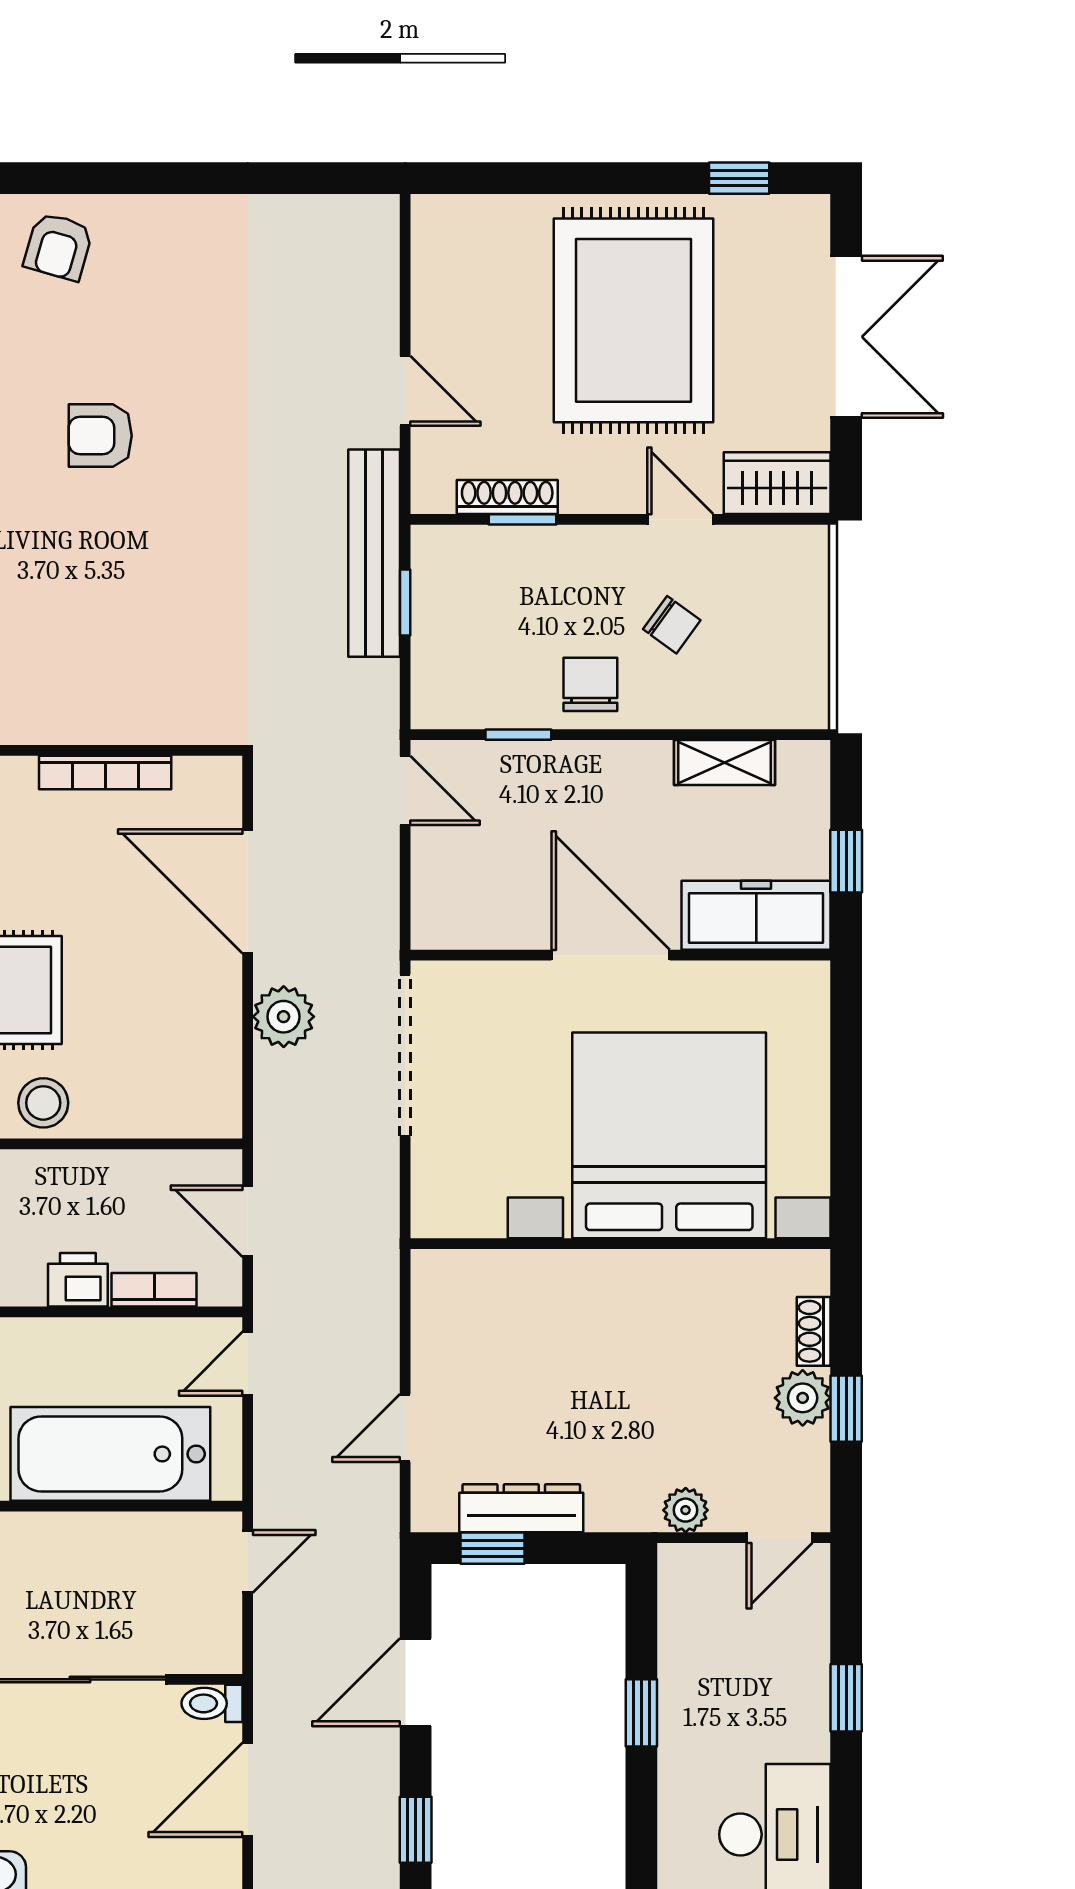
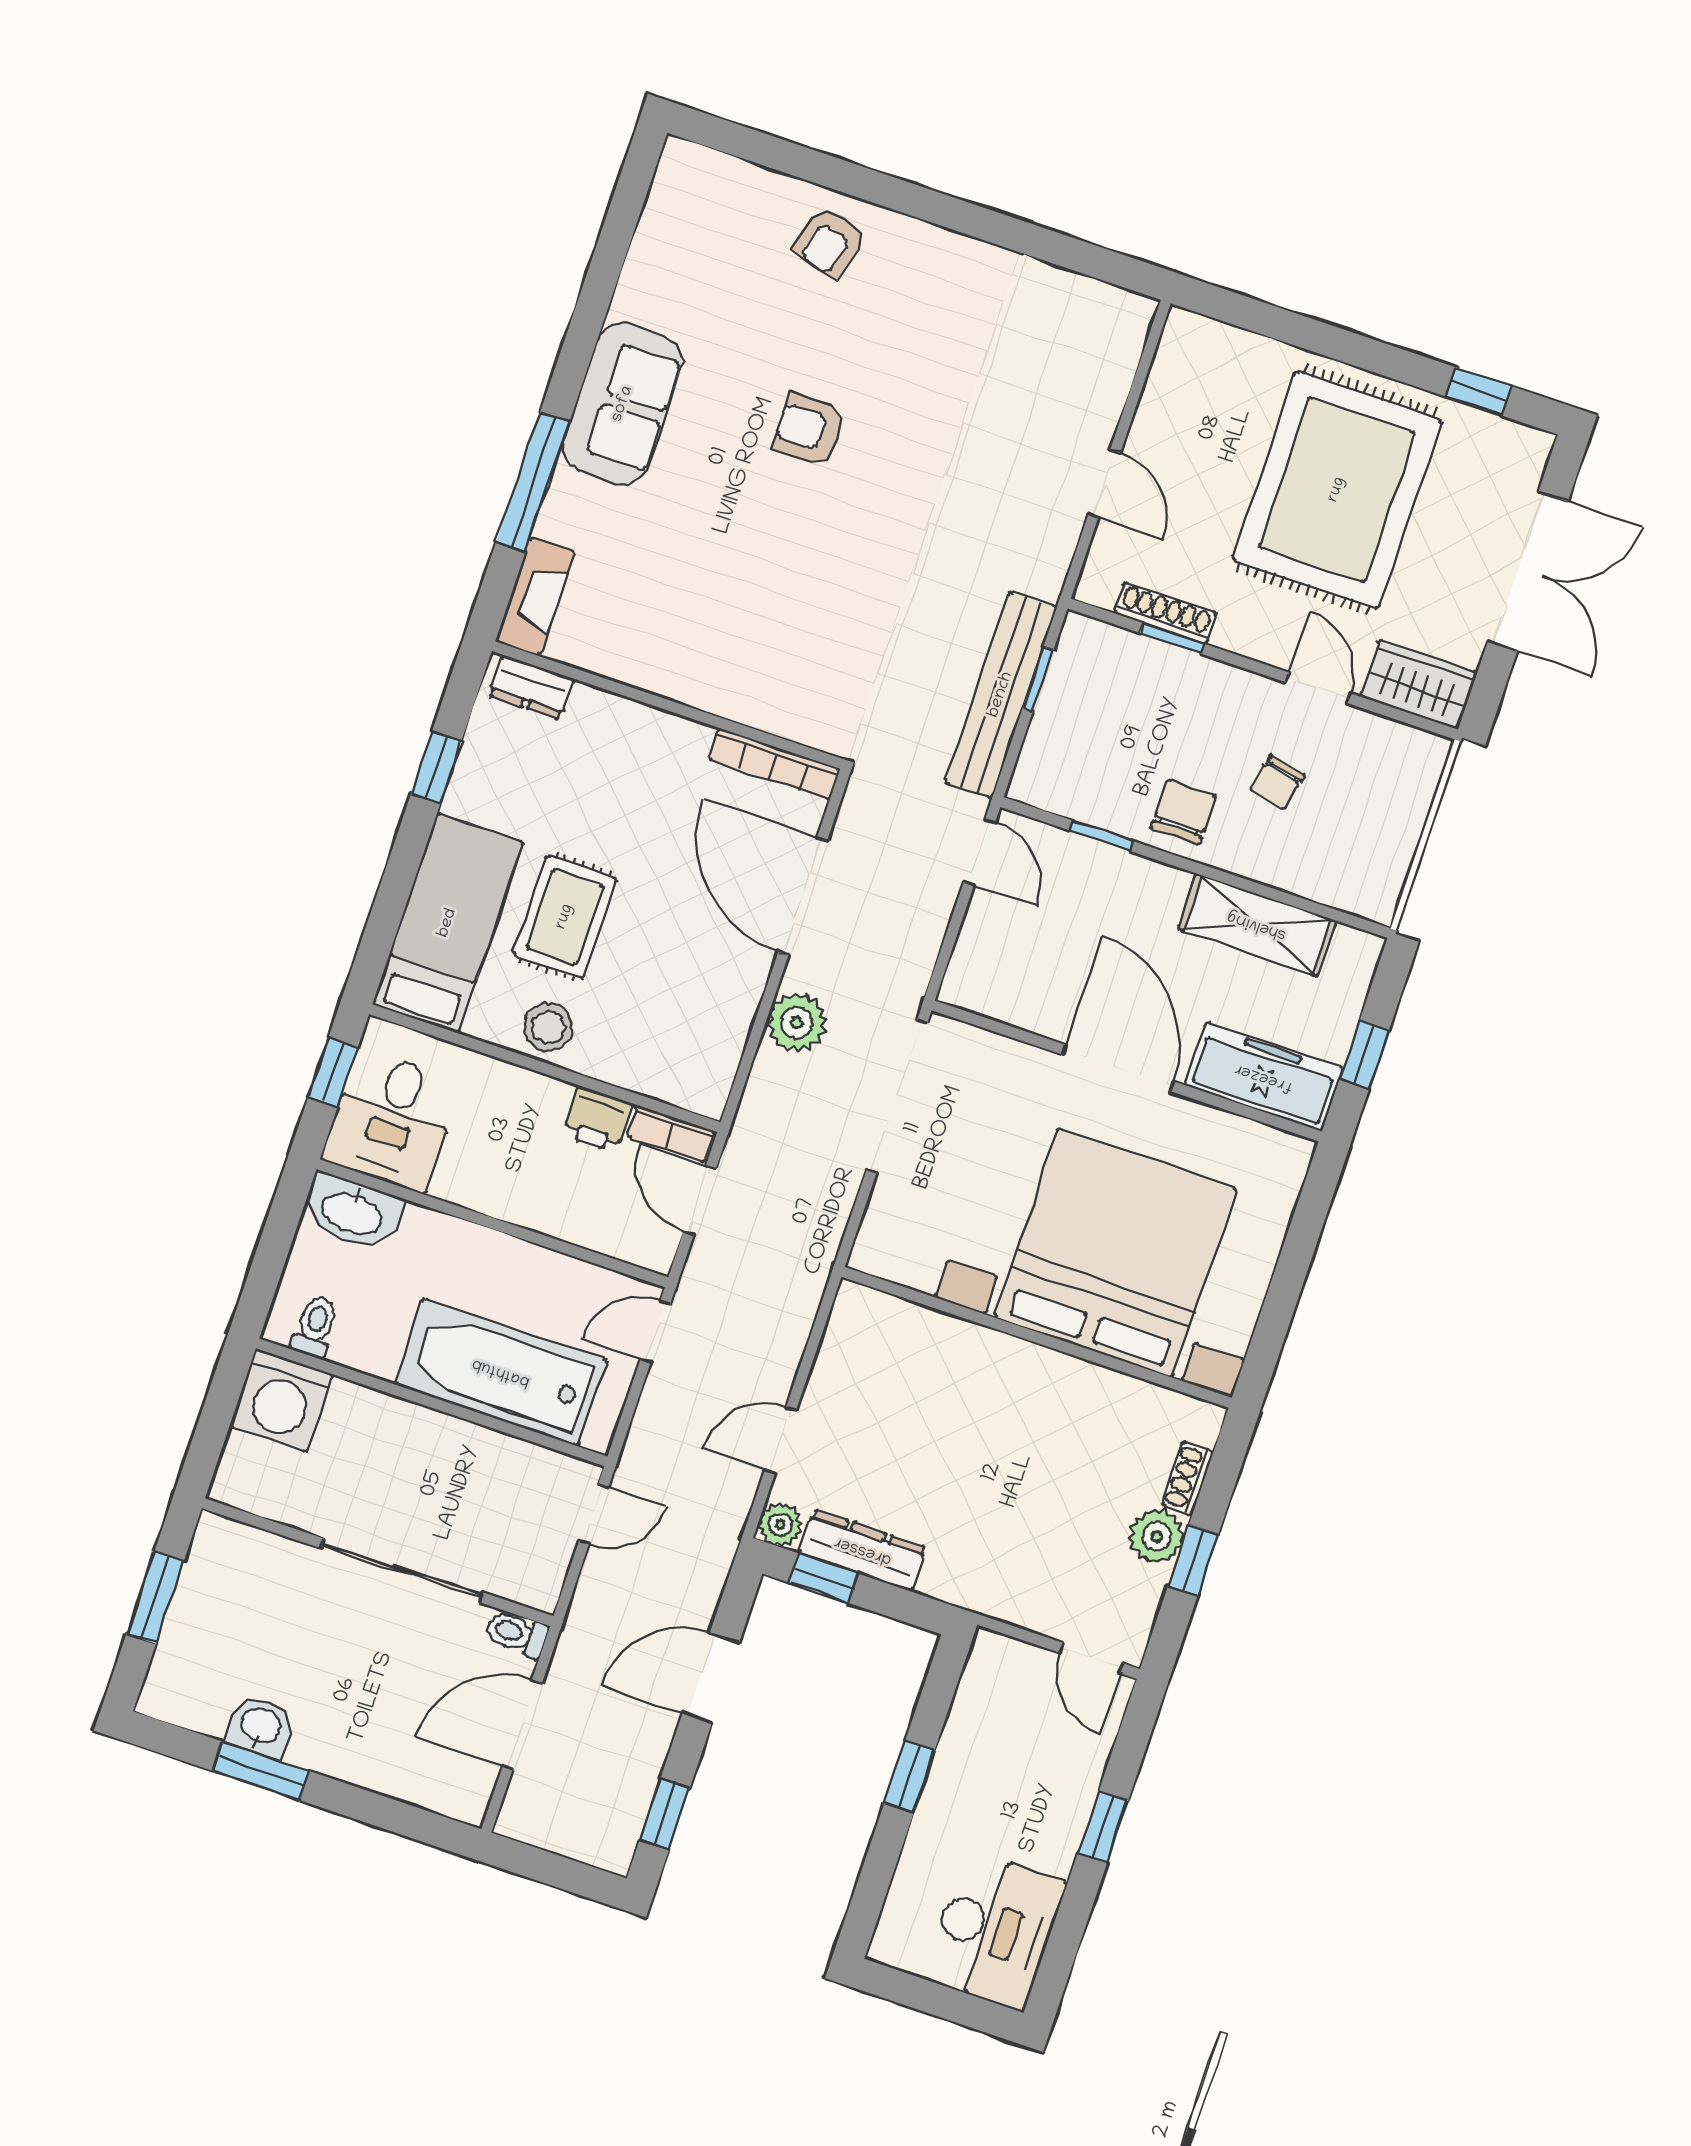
bench: (374, 553) -> (1001, 695), moved
chair: (672, 625) -> (1277, 782), turned 67
shelving: (724, 762) -> (1257, 925), width x1.50, depth x1.33
bookcase: (105, 772) -> (774, 764), moved
printer: (78, 1280) -> (597, 1119), moved, turned 180
bookcase: (154, 1290) -> (671, 1134), moved, turned 180
plant: (686, 1510) -> (780, 1524), moved
door: (780, 1538) -> (1092, 1658), hinge flipped

